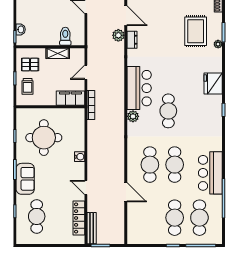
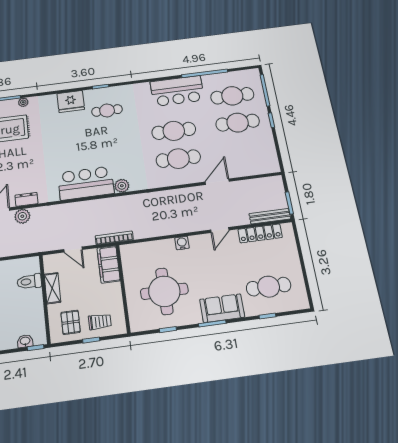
cafe table: (168, 111) -> (107, 110), moved, width x0.73, depth x0.74

